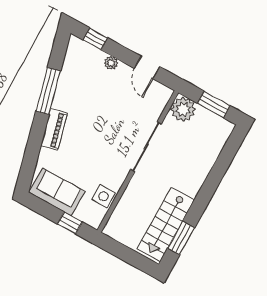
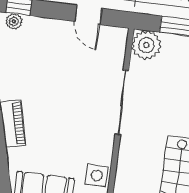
plant: (111, 63) -> (14, 21), moved

